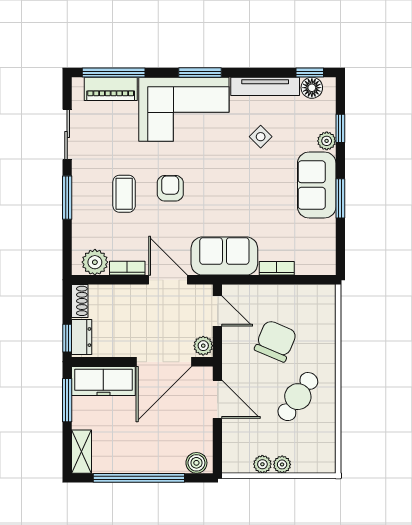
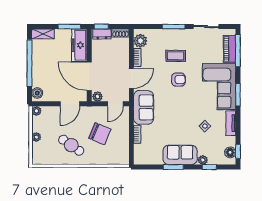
tv unit: (265, 86) -> (231, 123), width x0.71
plant: (262, 464) -> (36, 111), moved

